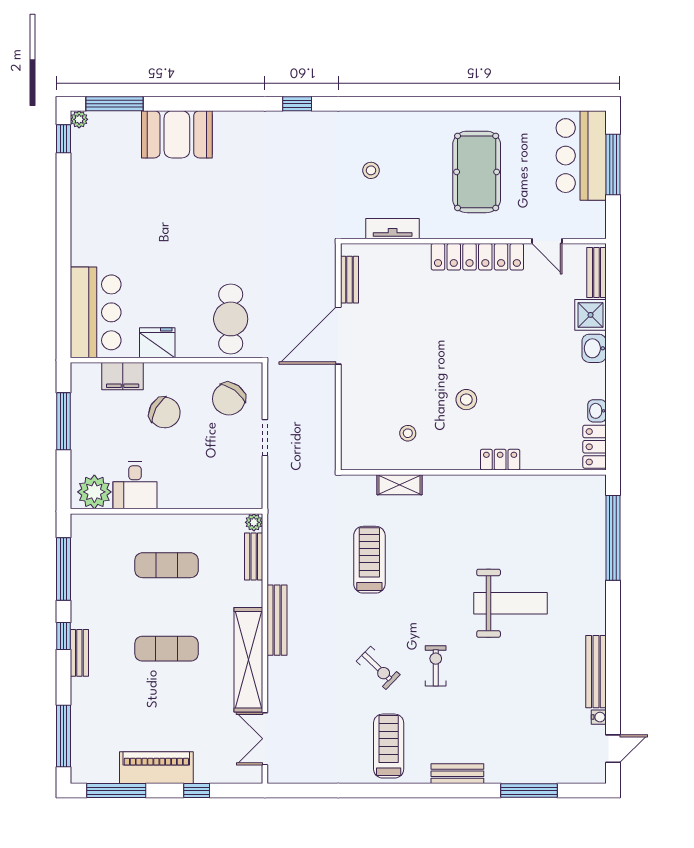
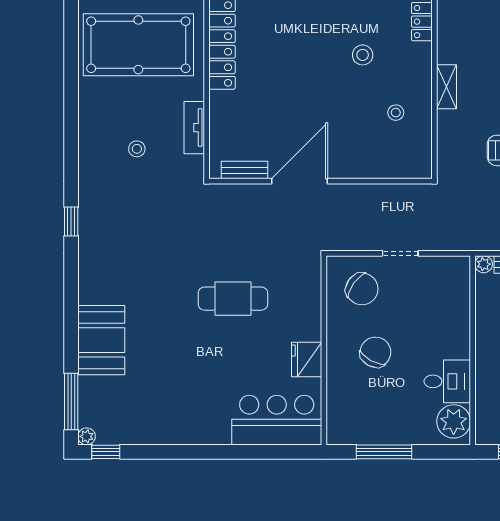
pool table: (477, 172) -> (138, 45), width x1.36, depth x1.32
cafe table: (231, 319) -> (233, 299), moved
door: (338, 336) -> (300, 181), swing flipped
filing cabinet: (123, 376) -> (340, 394), removed
shelving: (399, 485) -> (447, 87), moved

